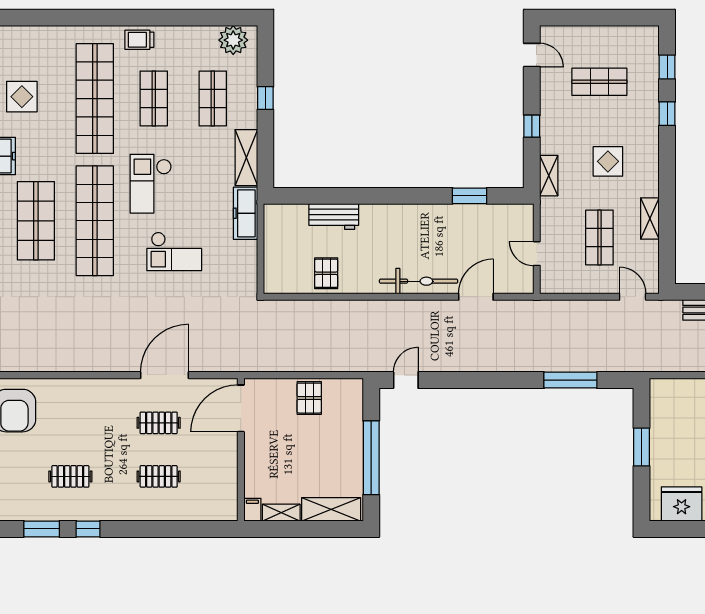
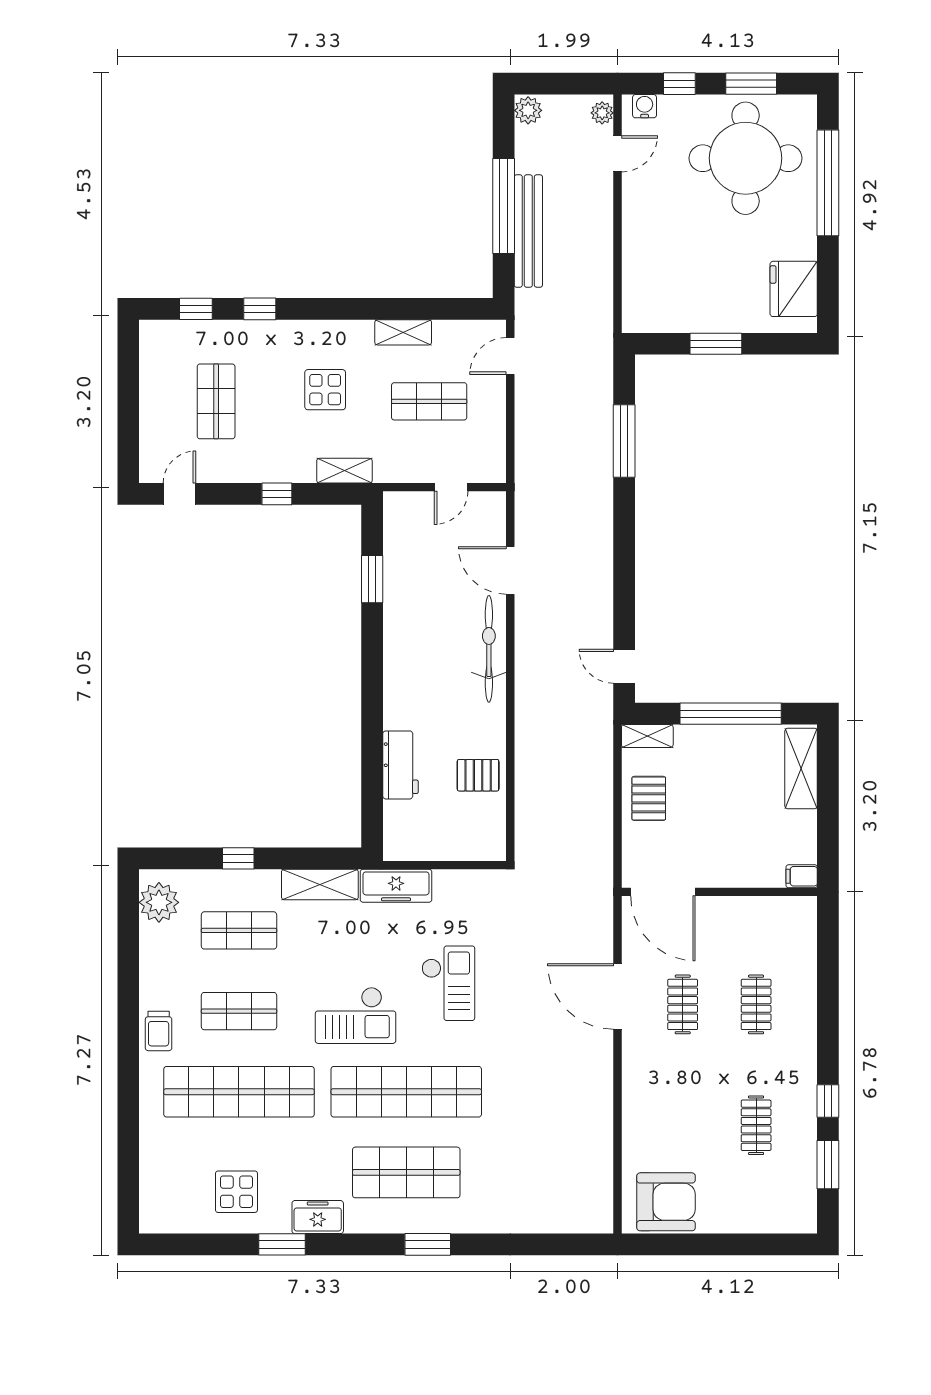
pallet: (309, 398) -> (649, 798), turned 90
shelving: (281, 513) -> (647, 736), moved, turned 90

